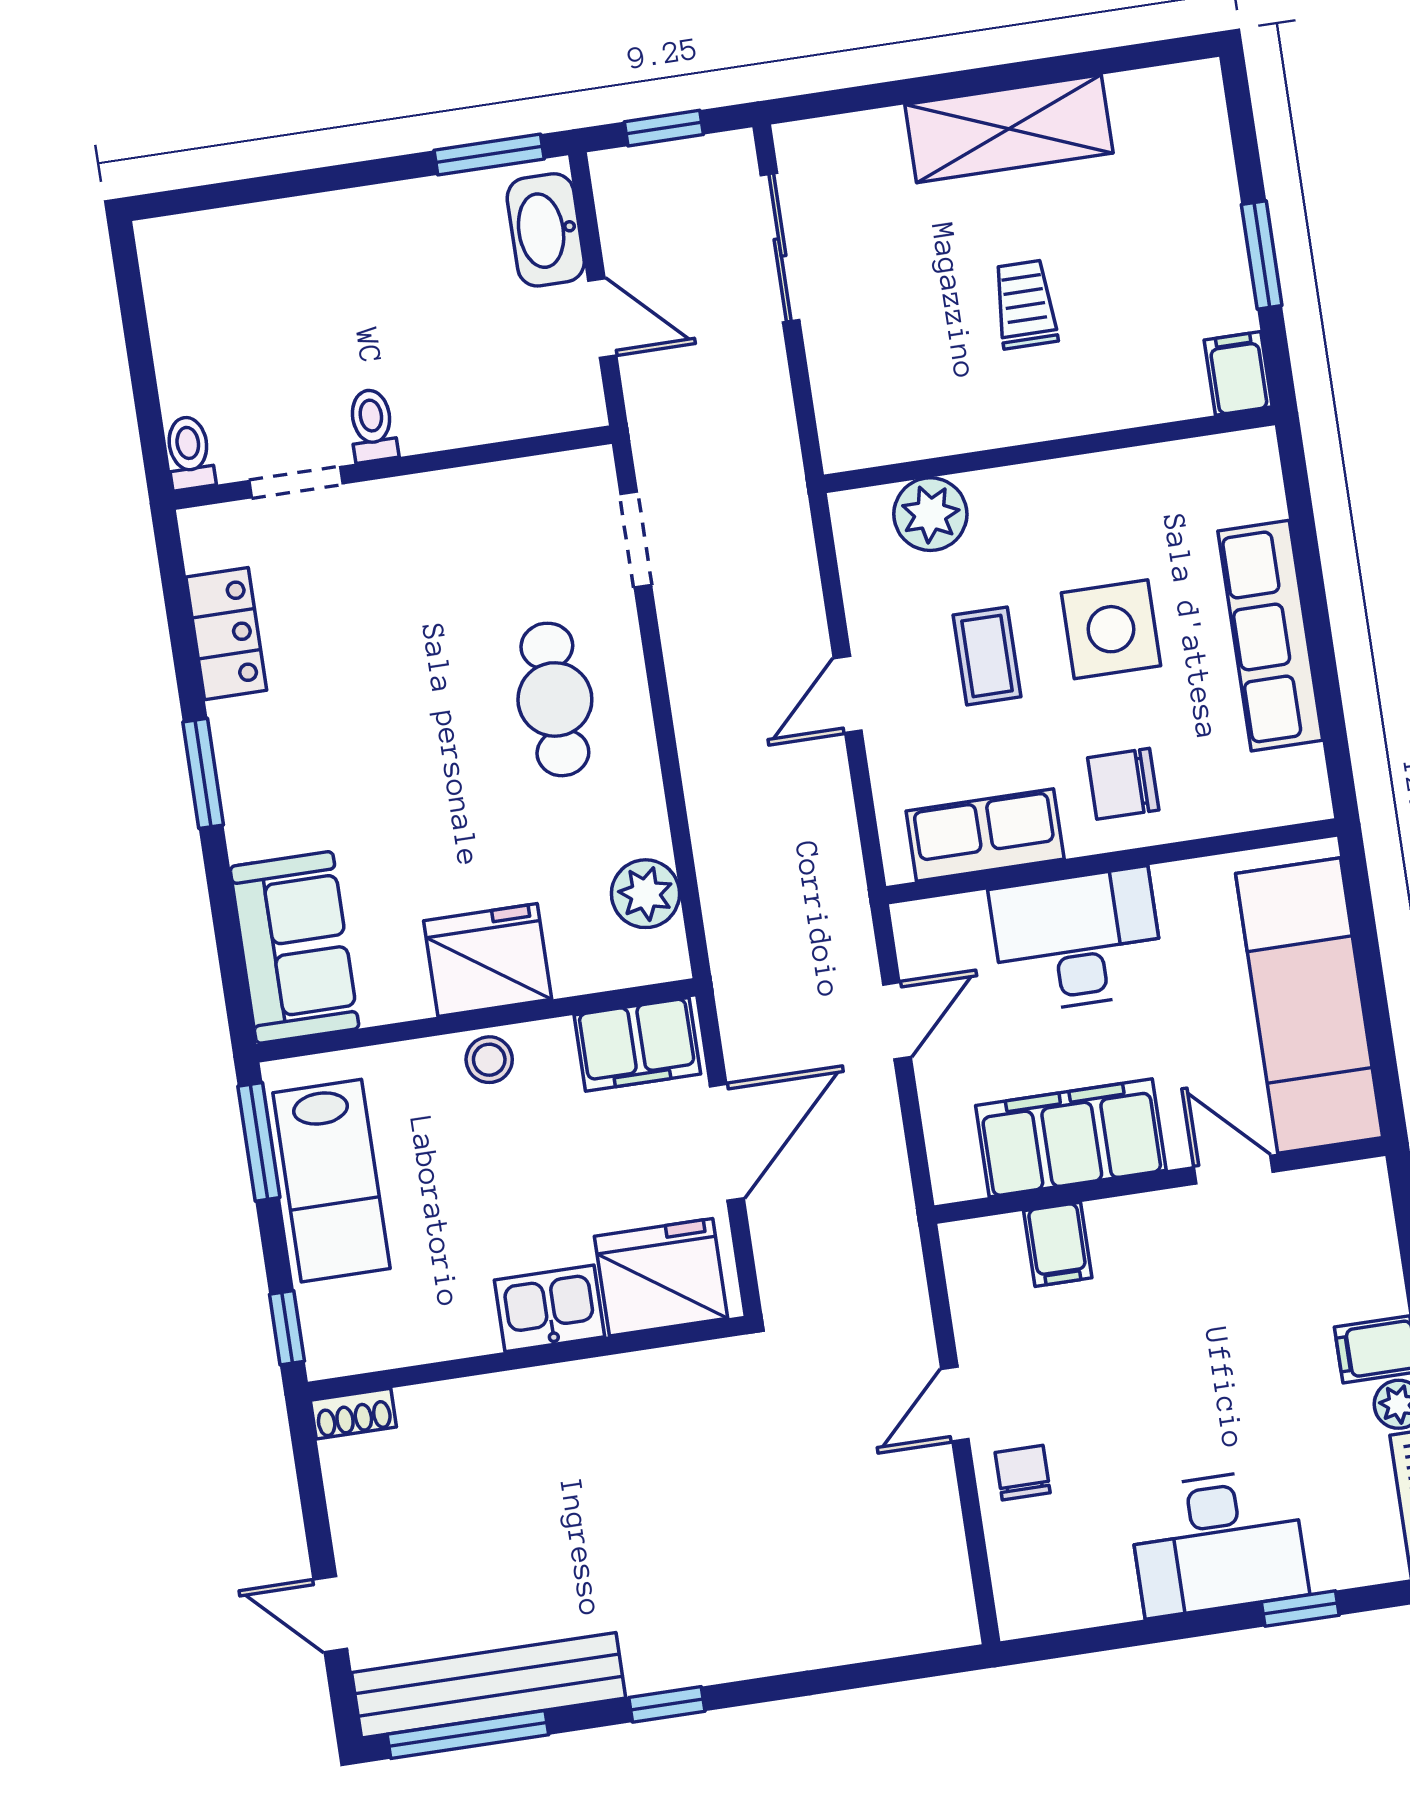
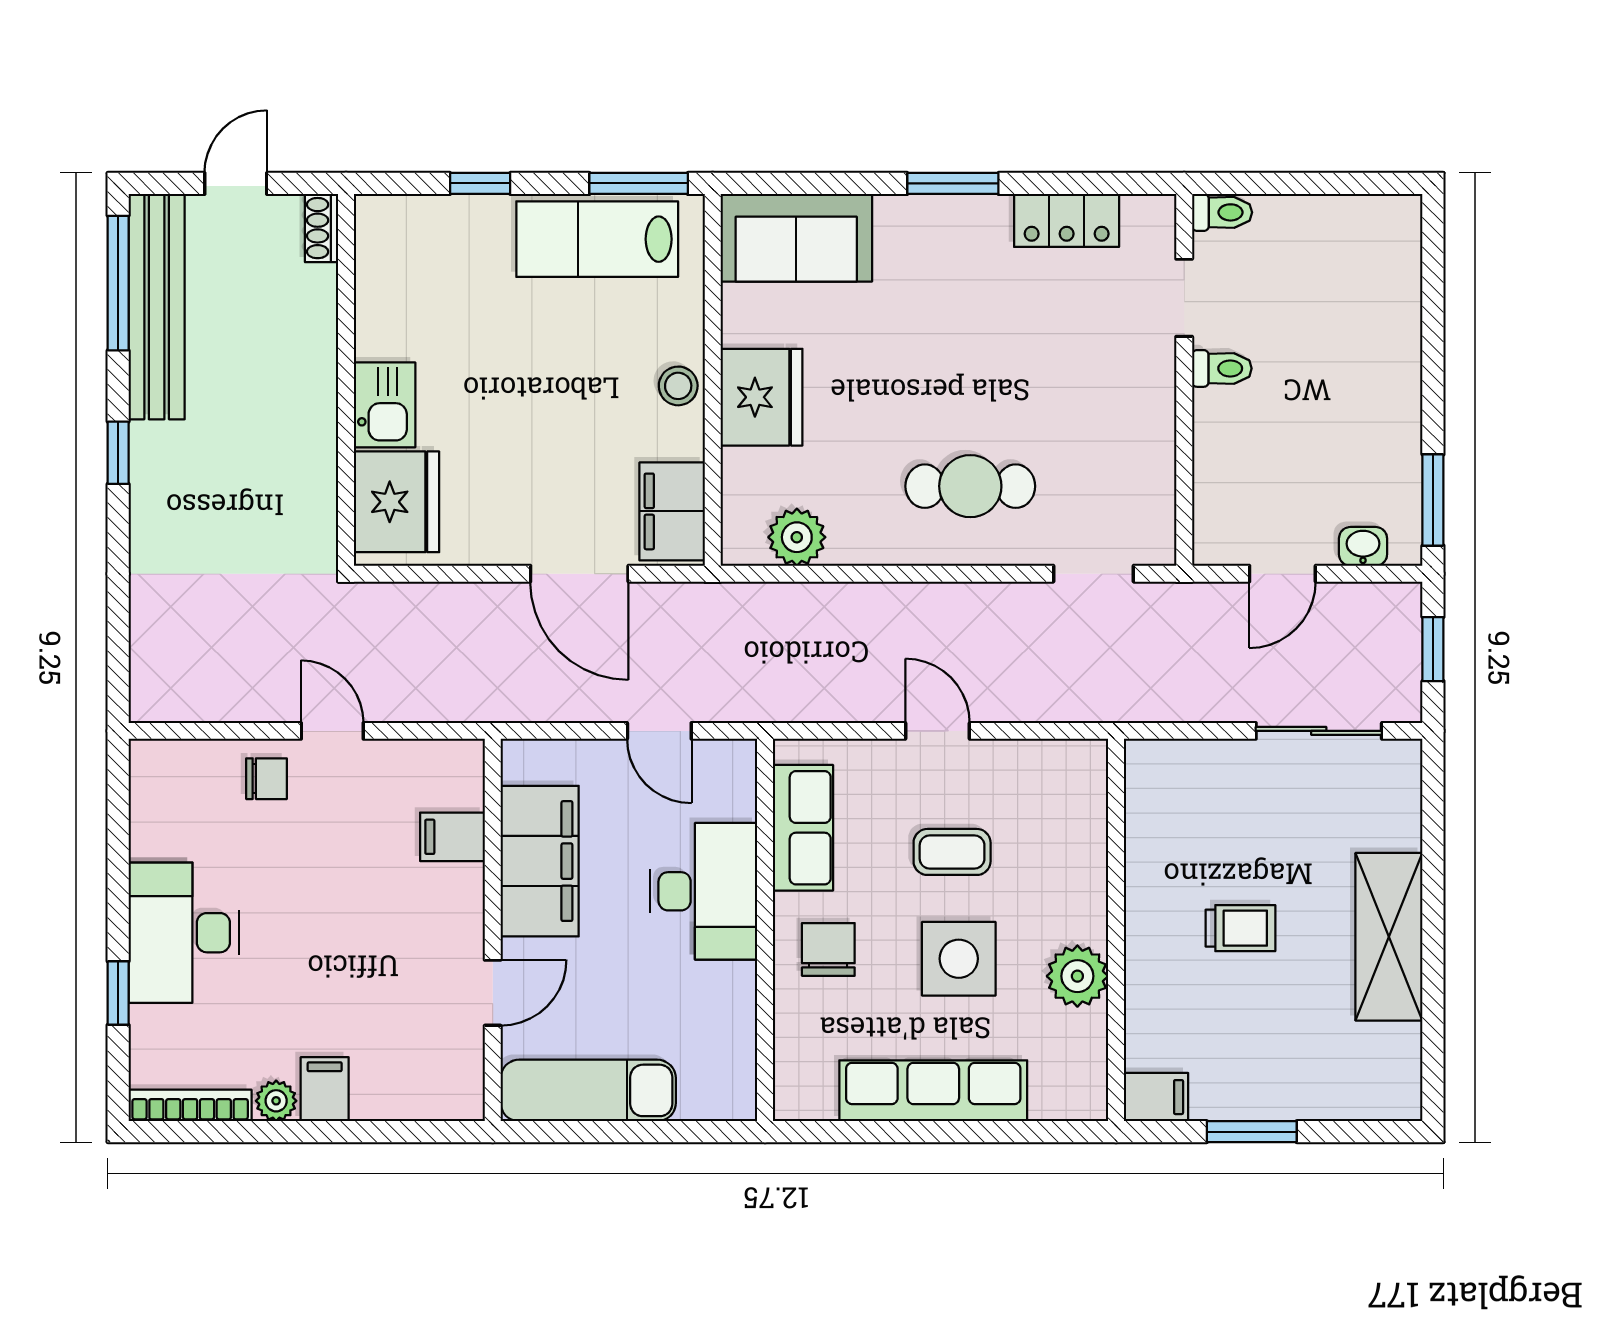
washbasin: (546, 230) -> (1363, 546), width x0.52, depth x0.69
plant: (930, 514) -> (1077, 976), moved
exam couch: (1309, 1005) -> (588, 1090), width x0.73, depth x0.69
fridge: (661, 1277) -> (396, 502), moved
kitchen sink: (549, 1308) -> (385, 405), moved
wall: (527, 1358) -> (346, 380), moved
shoe rack: (353, 1414) -> (322, 228), moved

